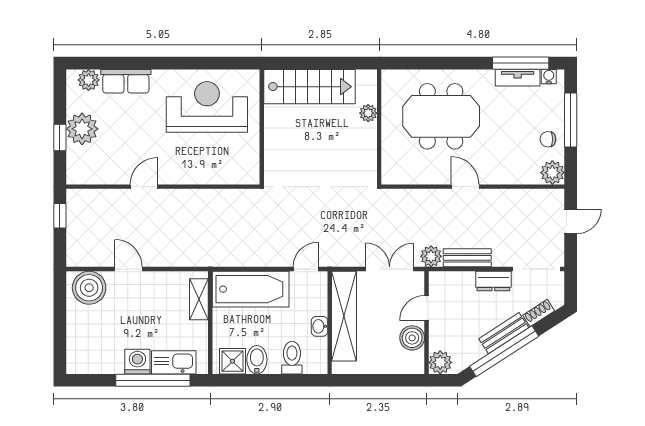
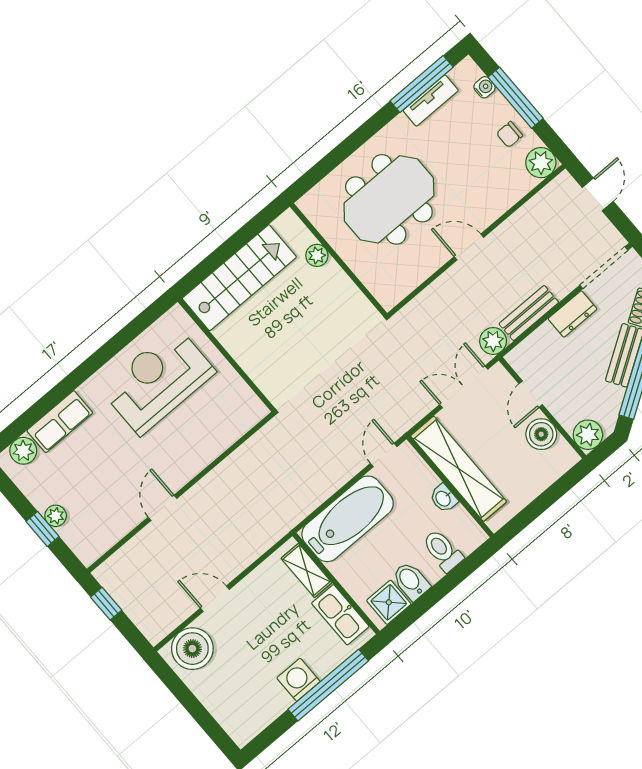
water cooler: (549, 77) -> (484, 87), moved, turned 90
plant: (82, 129) -> (56, 516), width x0.53, depth x0.53
kitchen sink: (174, 362) -> (340, 615), moved, turned -90

